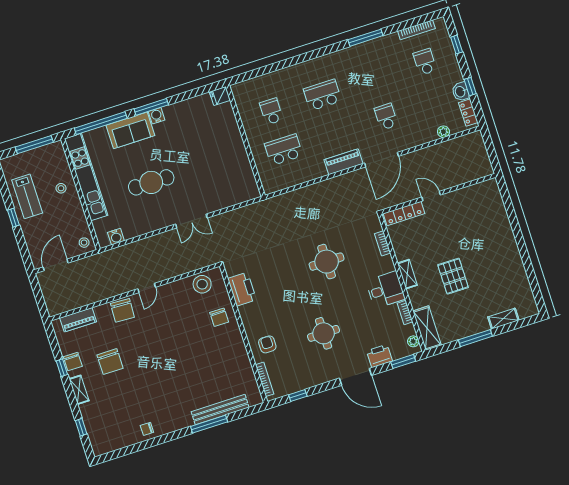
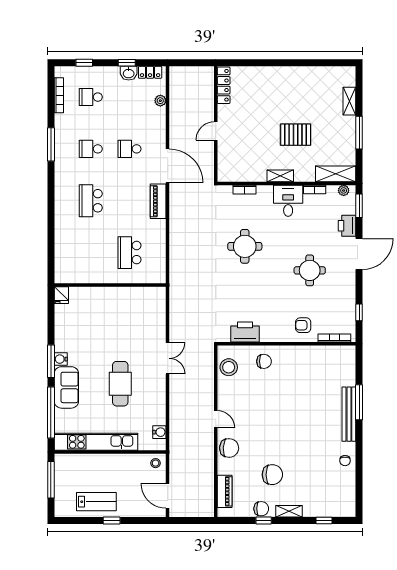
school desk: (271, 111) -> (91, 149), moved
stool: (61, 188) -> (99, 468), removed
locker: (404, 213) -> (224, 85), moved
bench: (220, 410) -> (349, 414), moved

